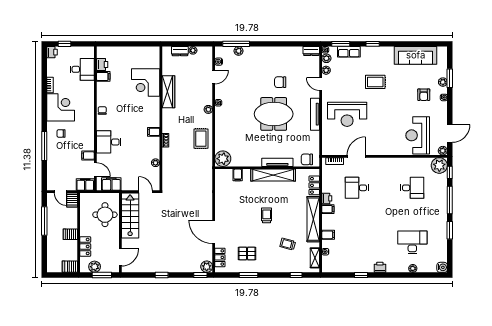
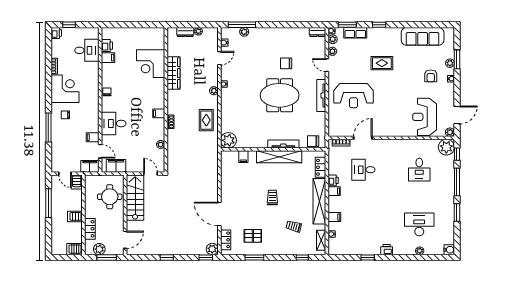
desk: (412, 188) -> (419, 170), turned 90

